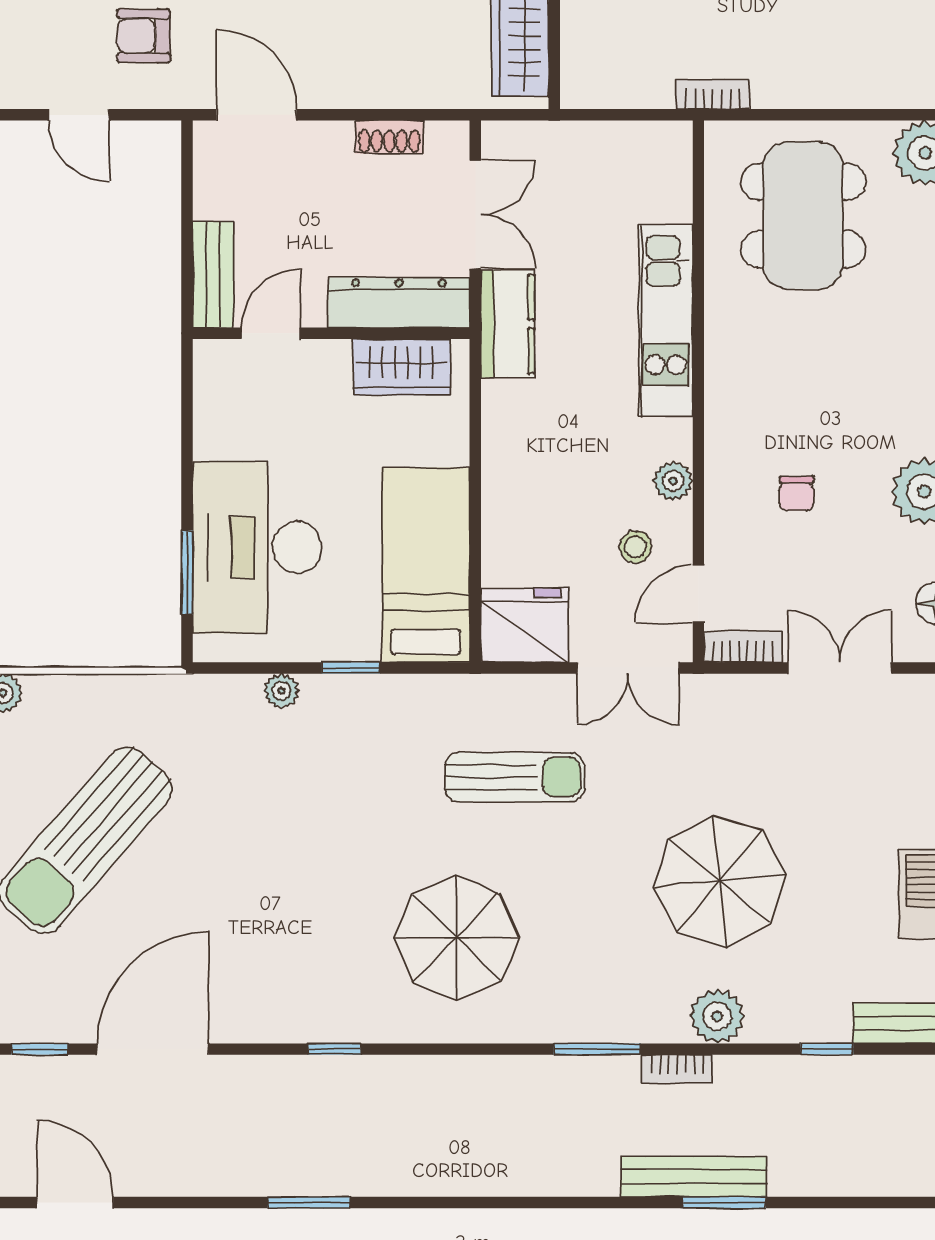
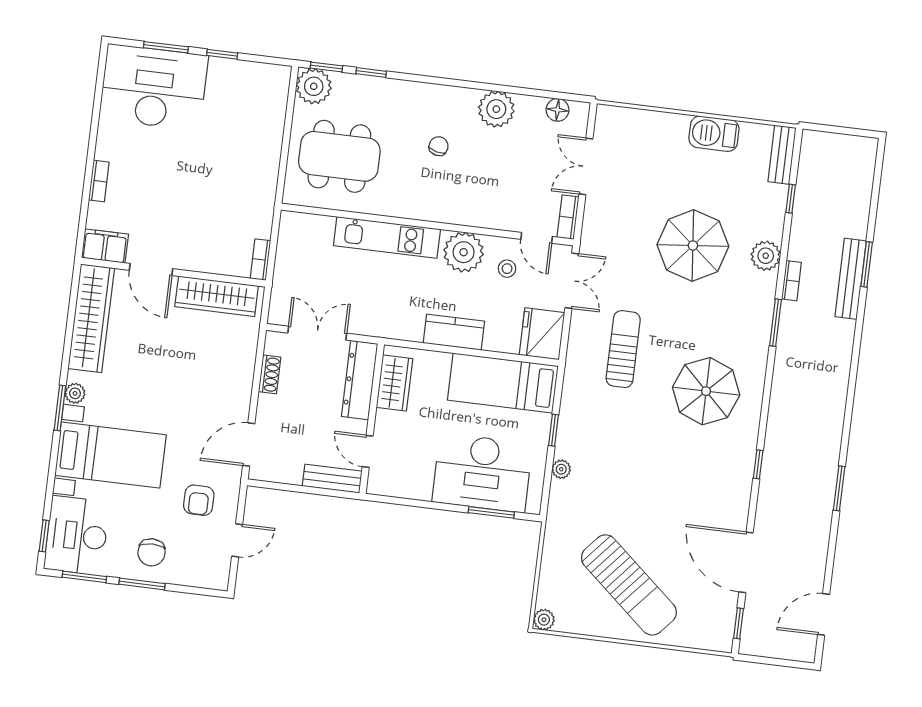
bookcase: (713, 94) -> (260, 260), moved
kitchen counter: (508, 324) -> (454, 332), moved
plant: (673, 481) -> (464, 252), width x1.88, depth x1.88
chair: (797, 493) -> (439, 146), moved, turned -76

